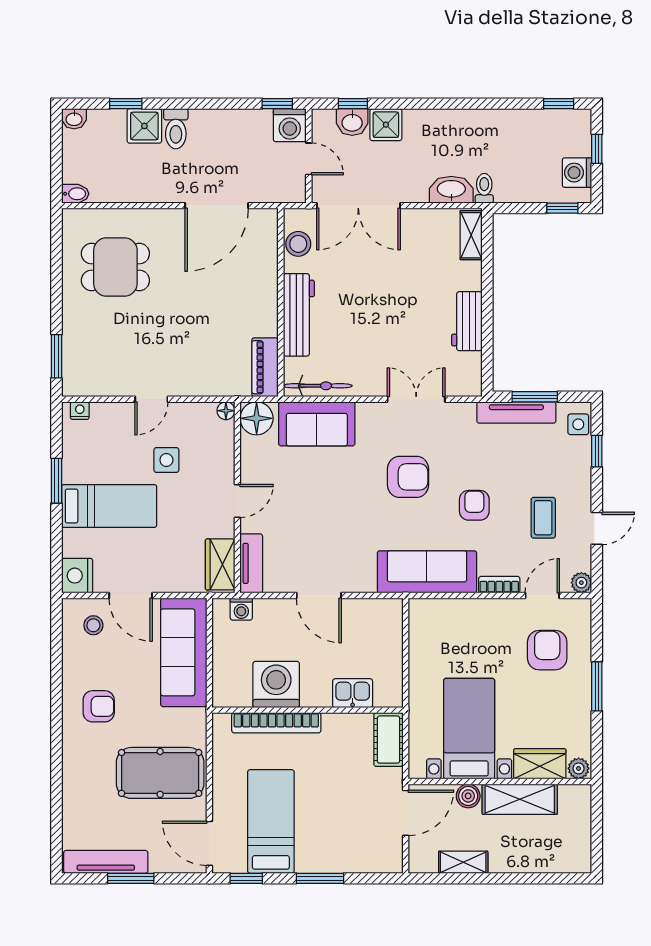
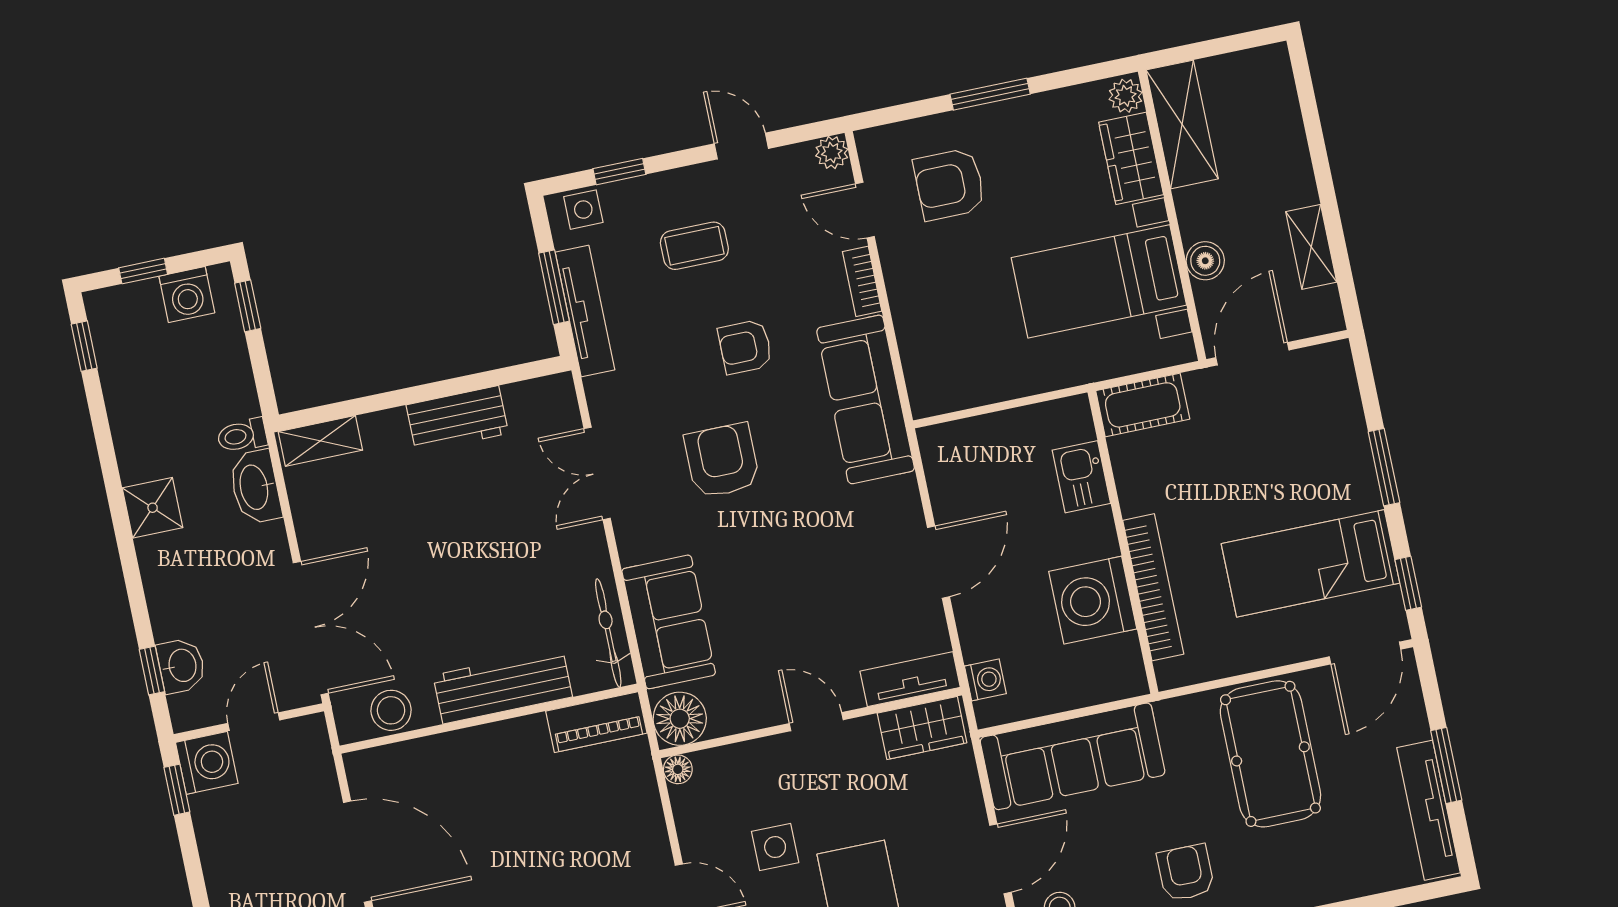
shower: (386, 125) -> (153, 508), moved
coffee table: (543, 518) -> (694, 246), moved
shelving: (520, 799) -> (1182, 124), moved
door: (406, 813) -> (1252, 354), hinge flipped

